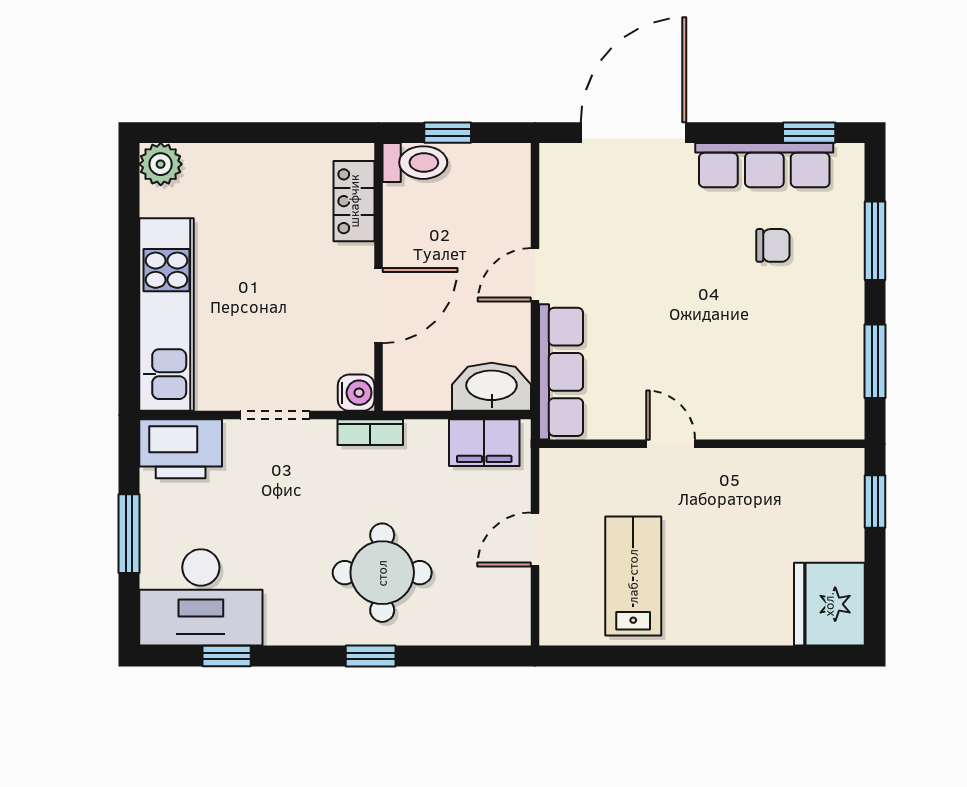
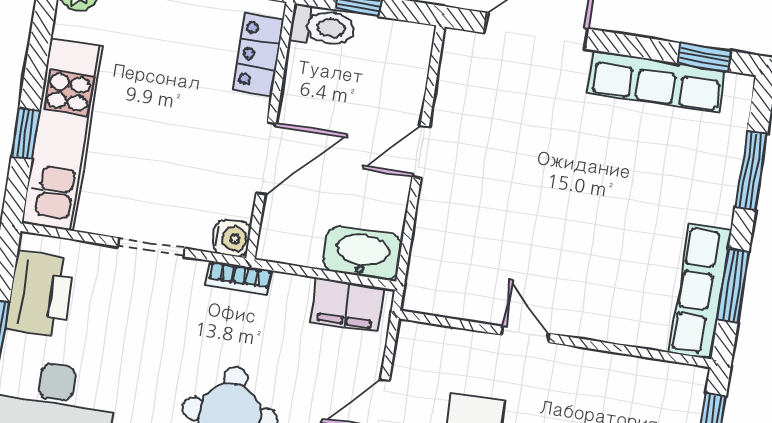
chair: (773, 245) -> (653, 160), removed
window: (129, 319) -> (26, 133), added
row of seats: (561, 372) -> (701, 291), moved, turned 180
printer: (181, 449) -> (40, 294), moved, turned -90

